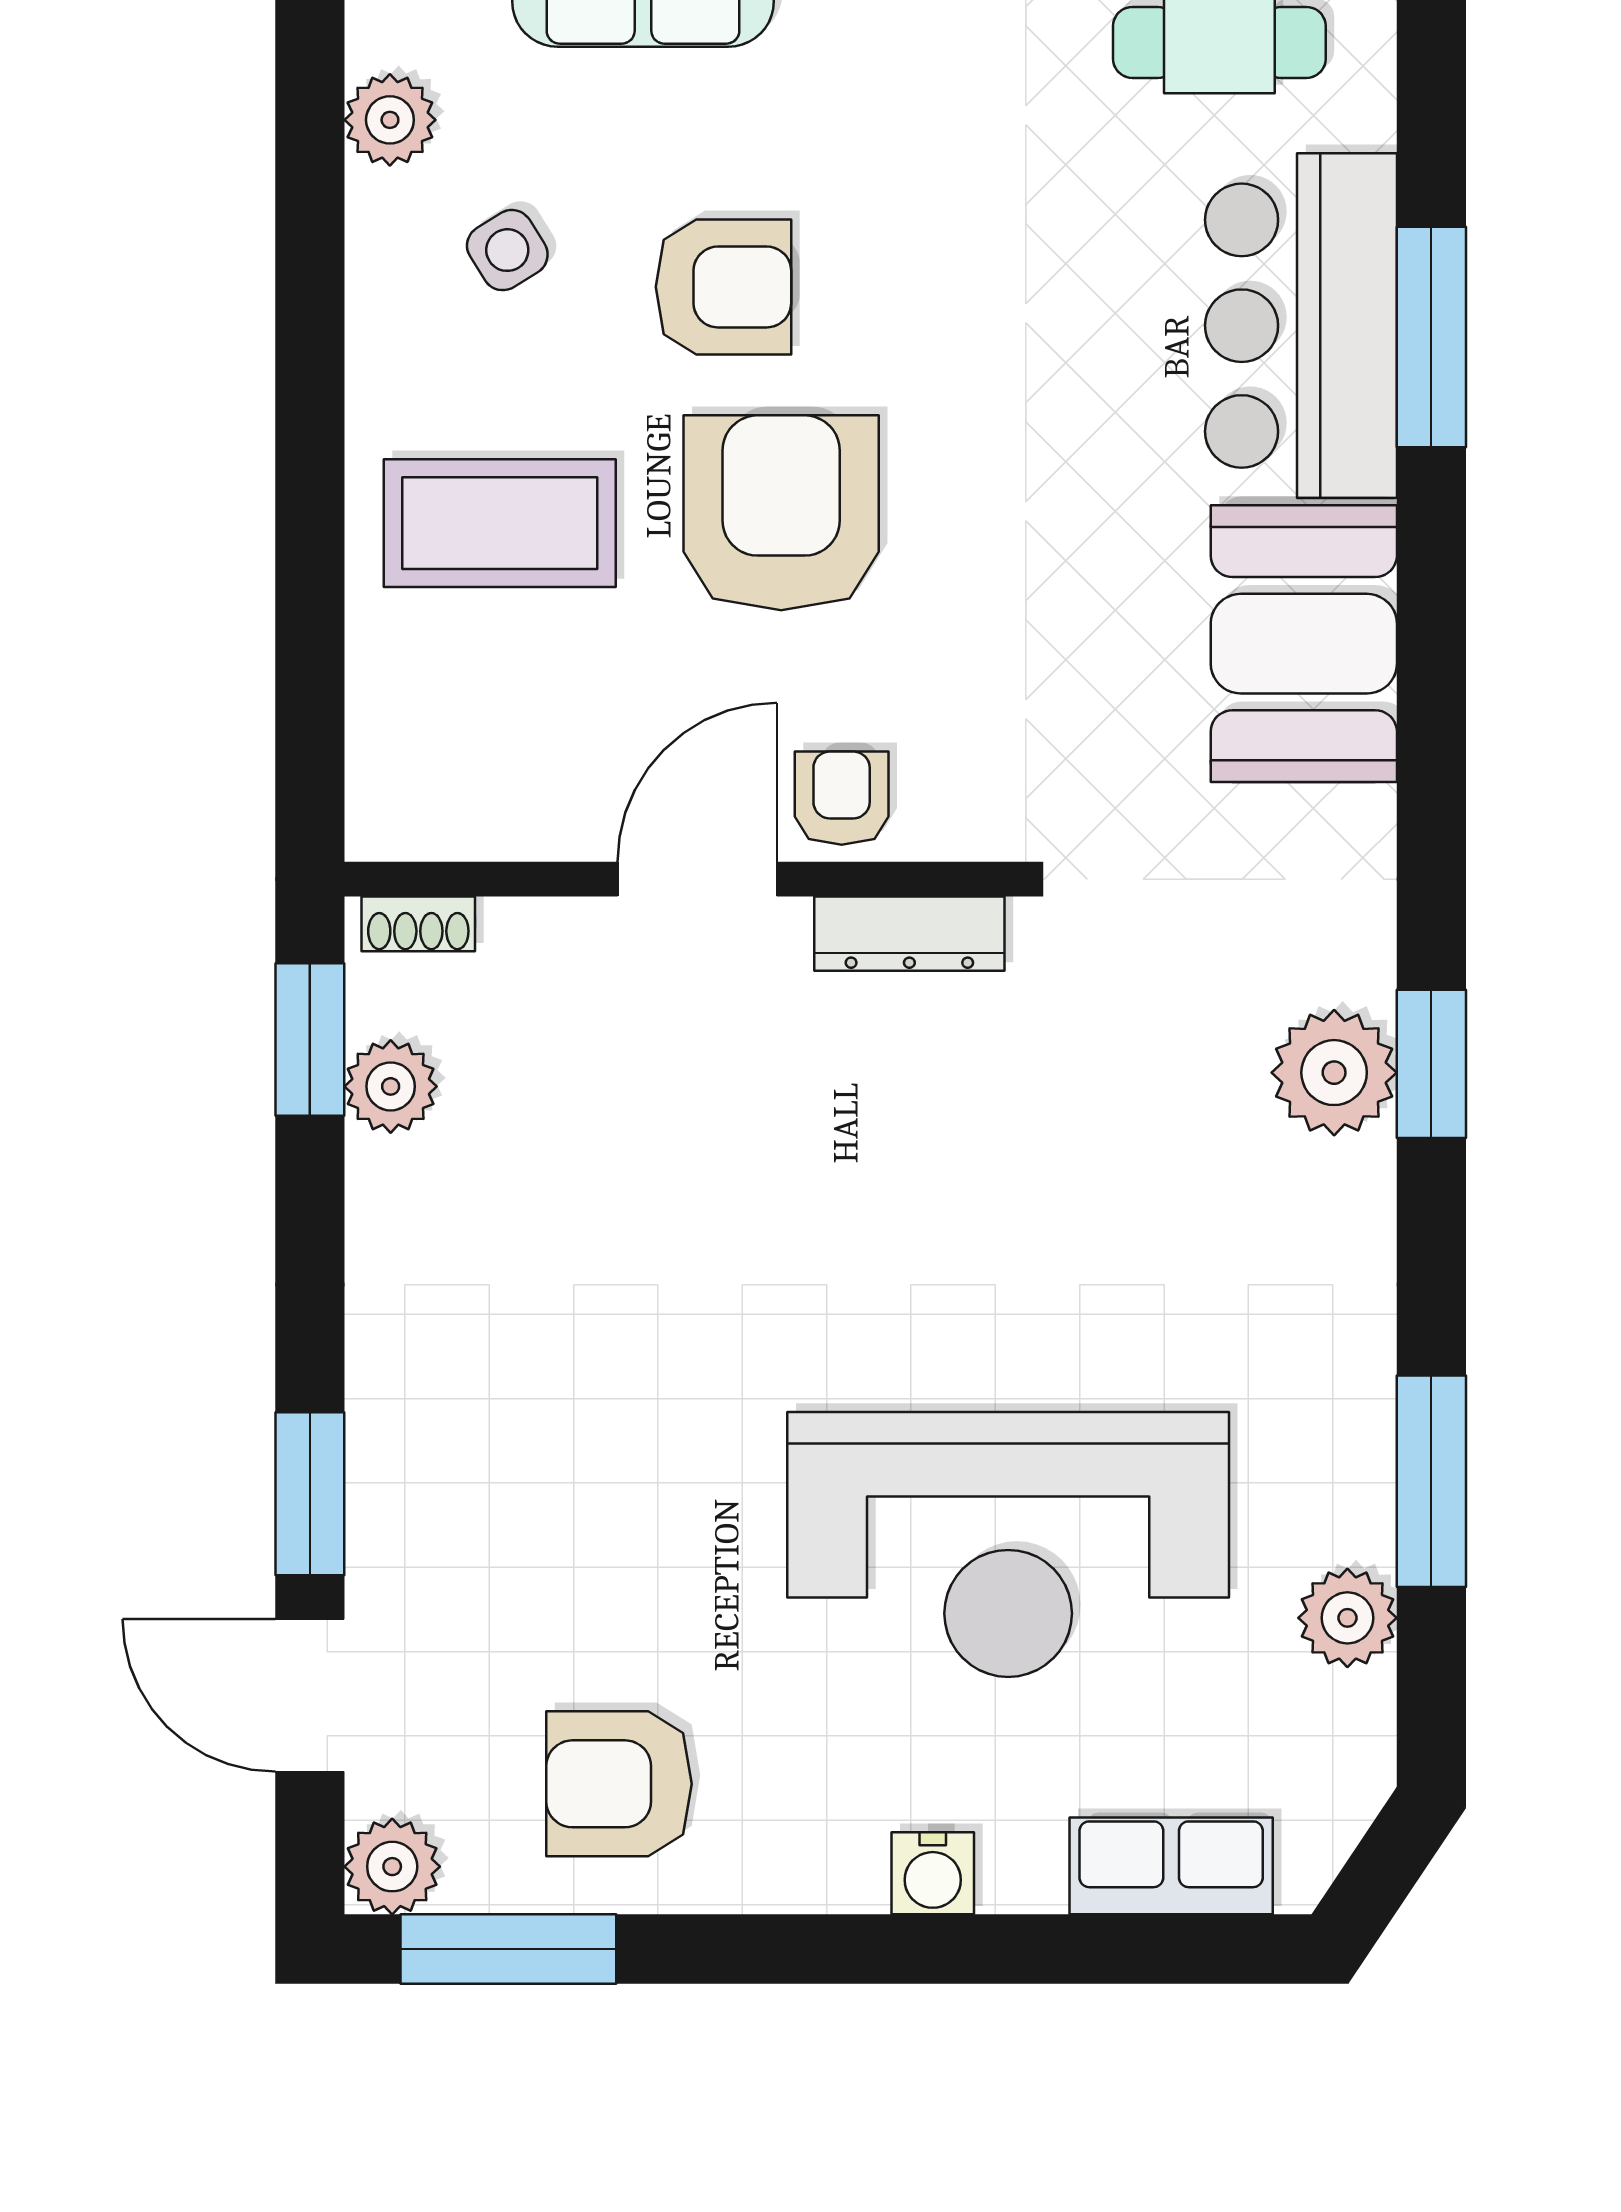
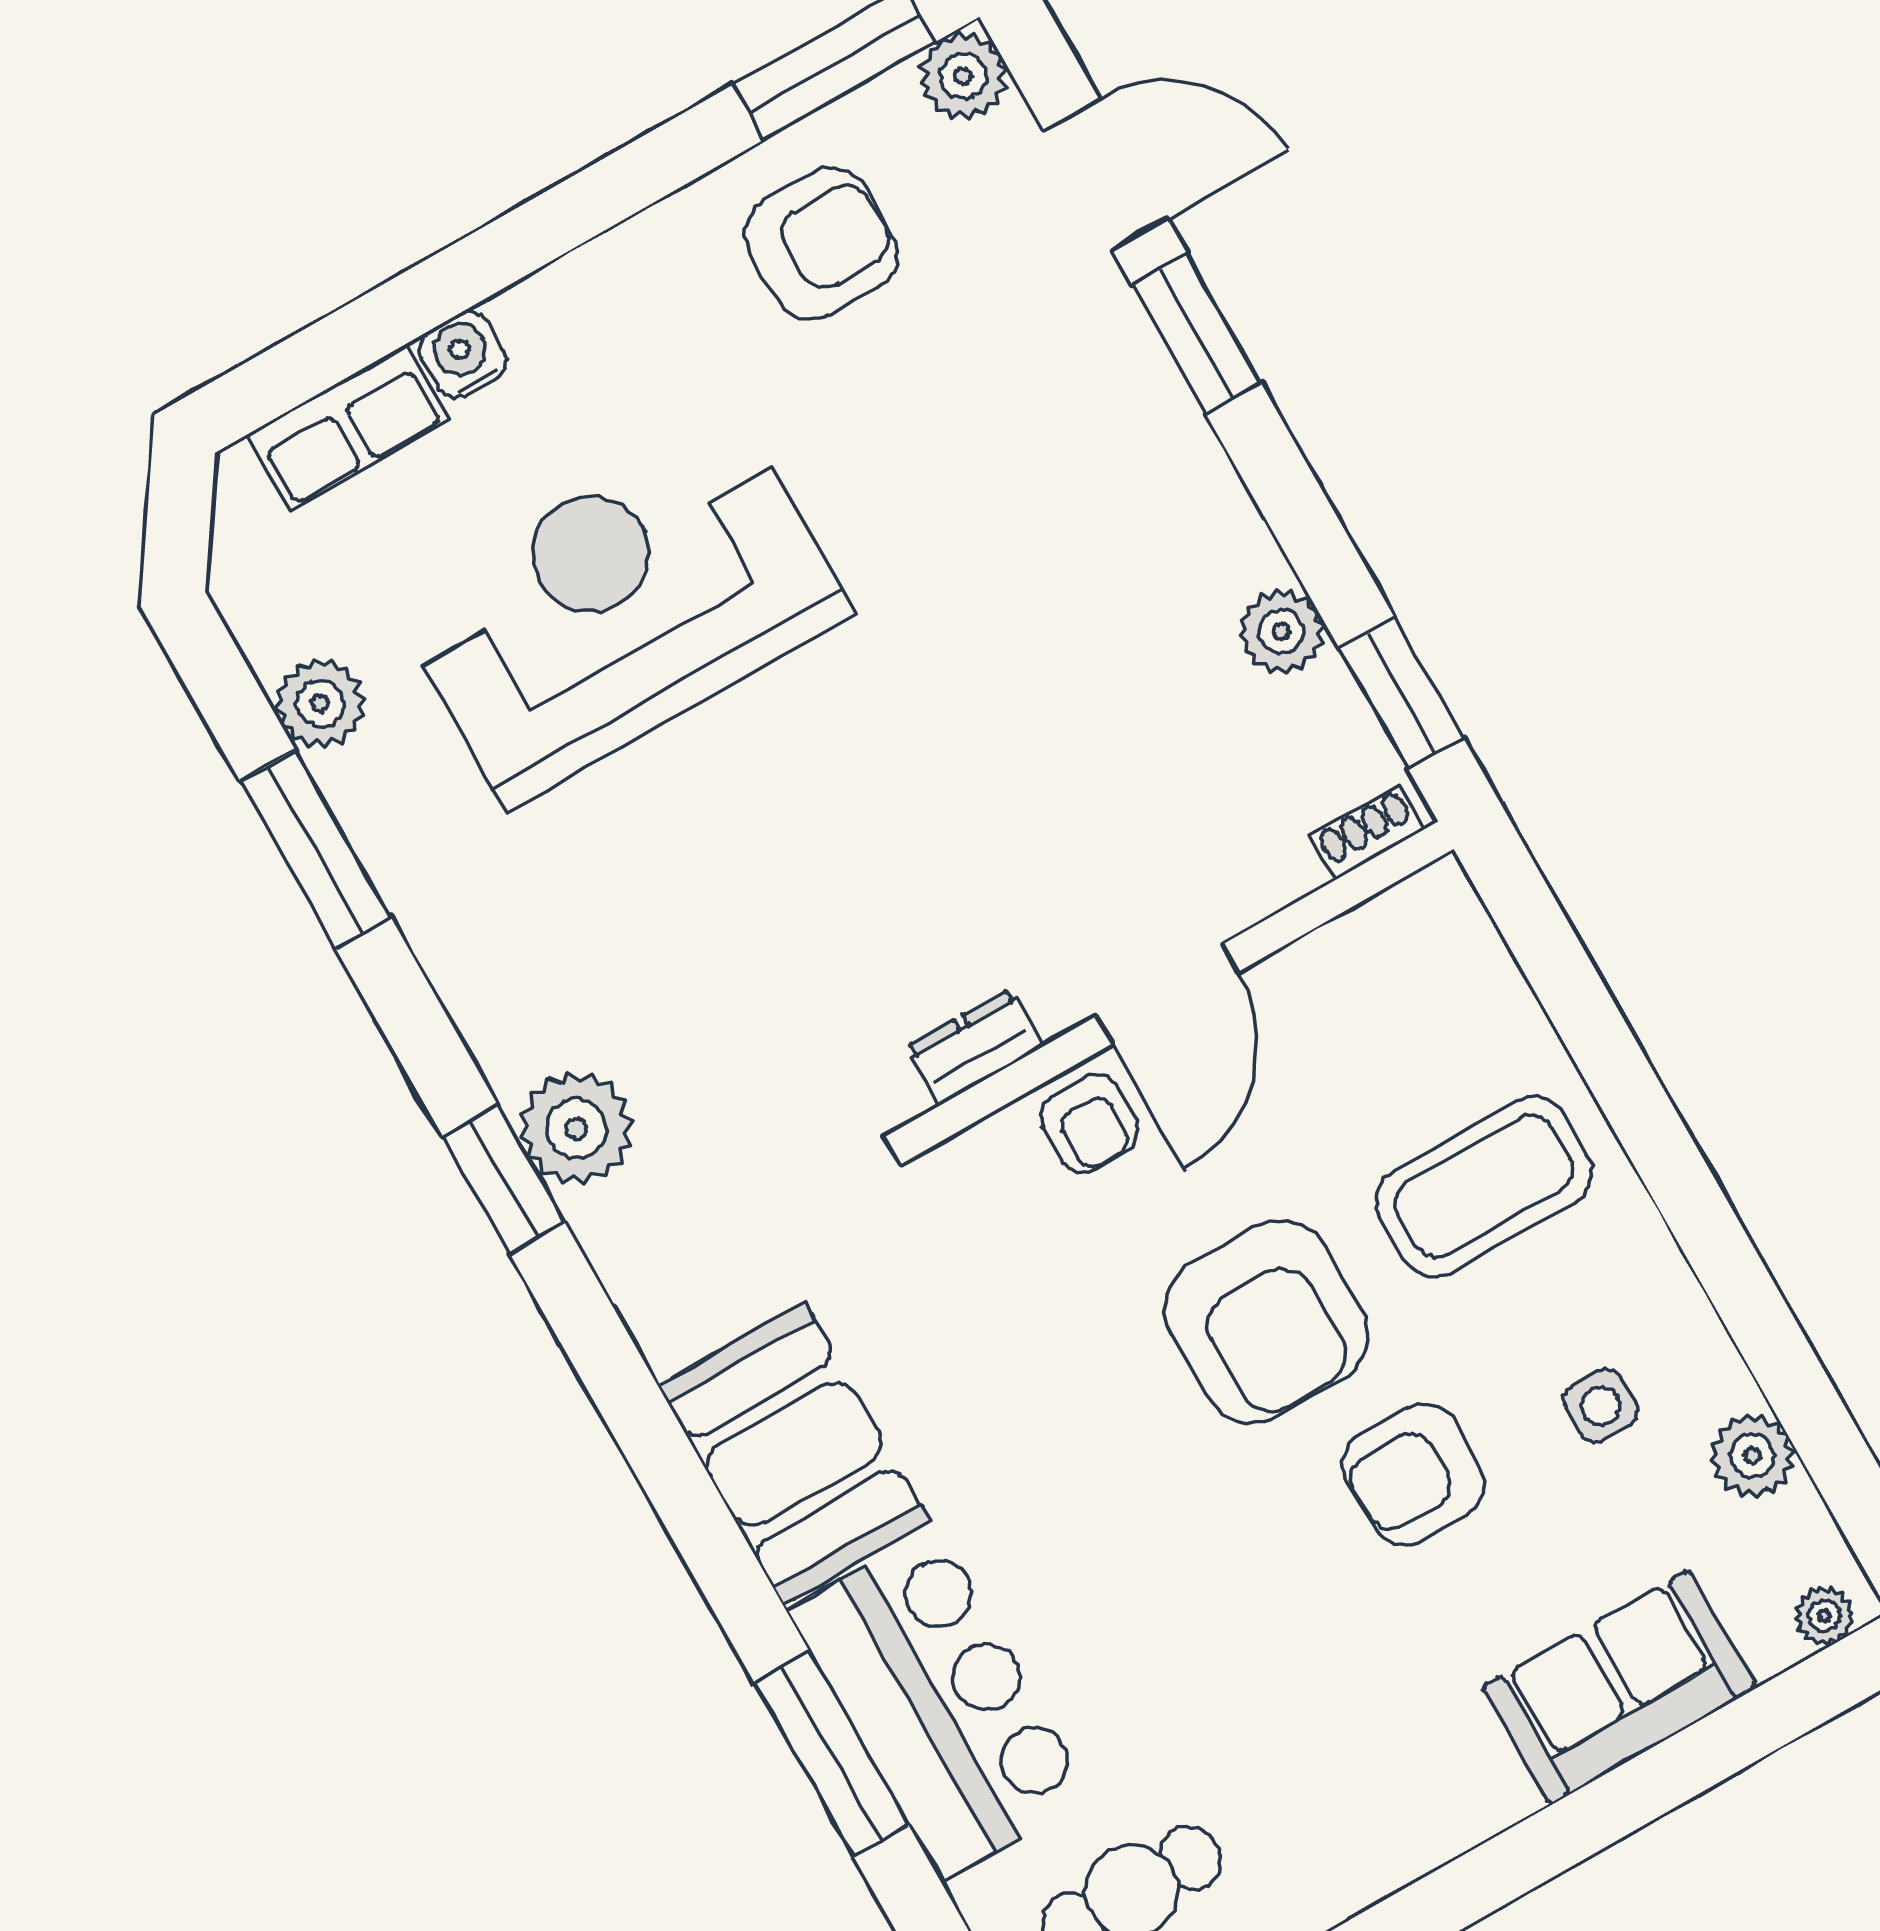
side table: (507, 250) -> (1601, 1406), turned 32
dresser: (909, 934) -> (975, 1047), width x0.70
plant: (391, 1086) -> (1282, 632), moved
water cooler: (933, 1873) -> (463, 355), moved

